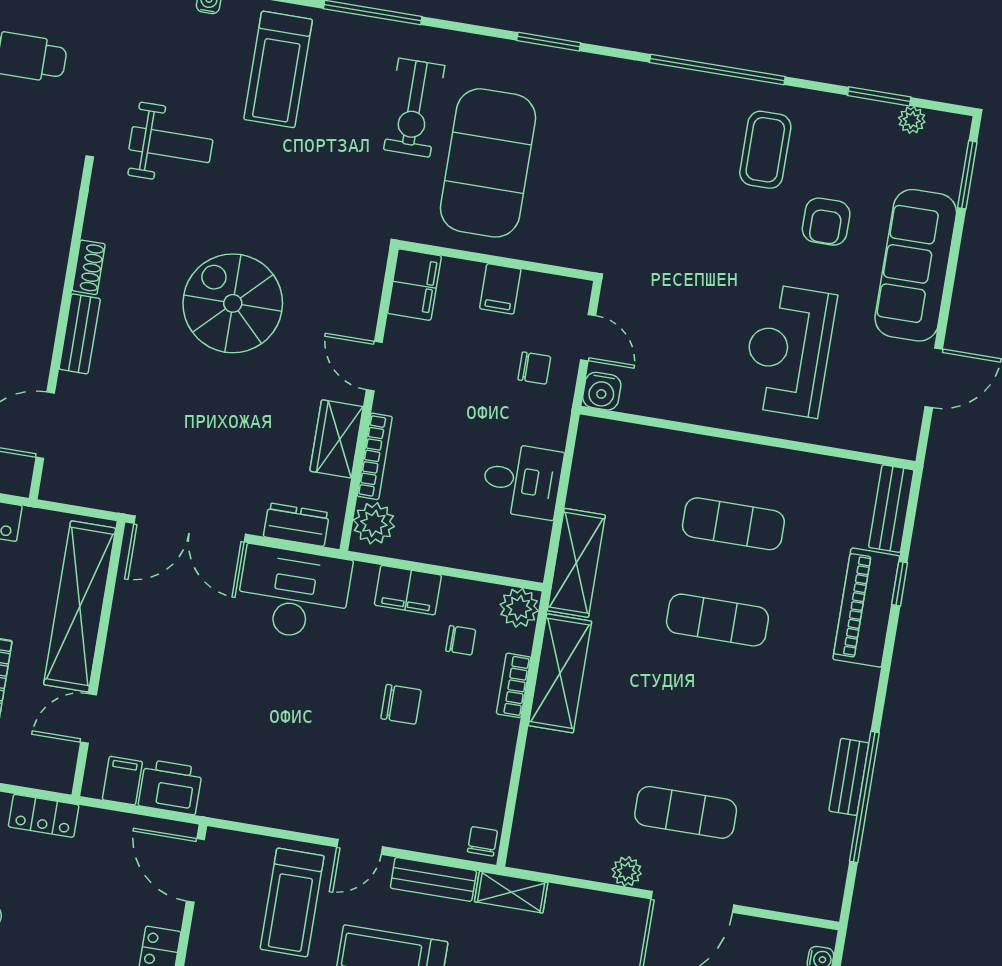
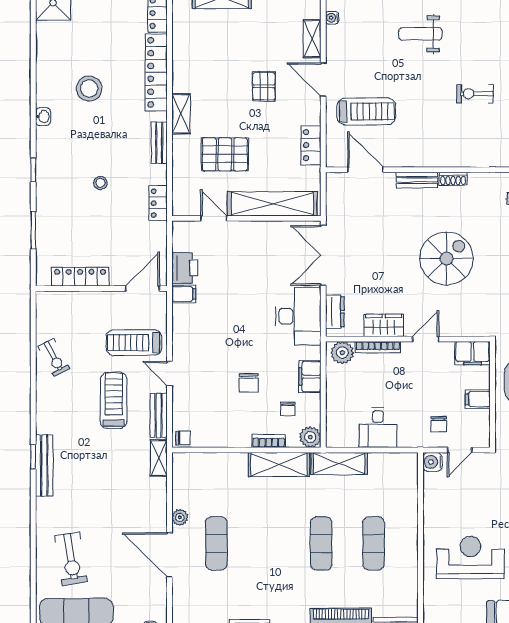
filing cabinet: (122, 781) -> (184, 294), moved

